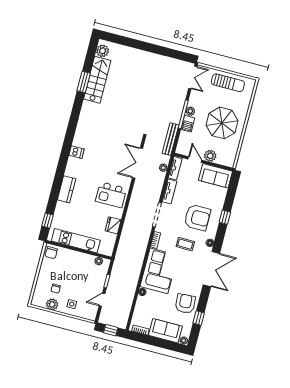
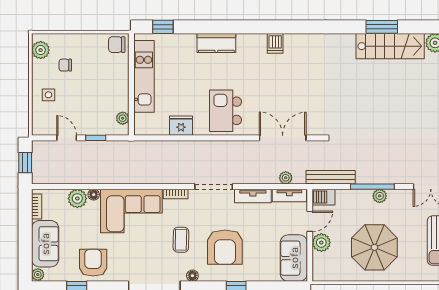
barbecue: (188, 124) -> (324, 197), moved
plant: (142, 303) -> (77, 198), added
plant: (52, 304) -> (41, 50), moved
armchair: (185, 304) -> (93, 263), turned -86

